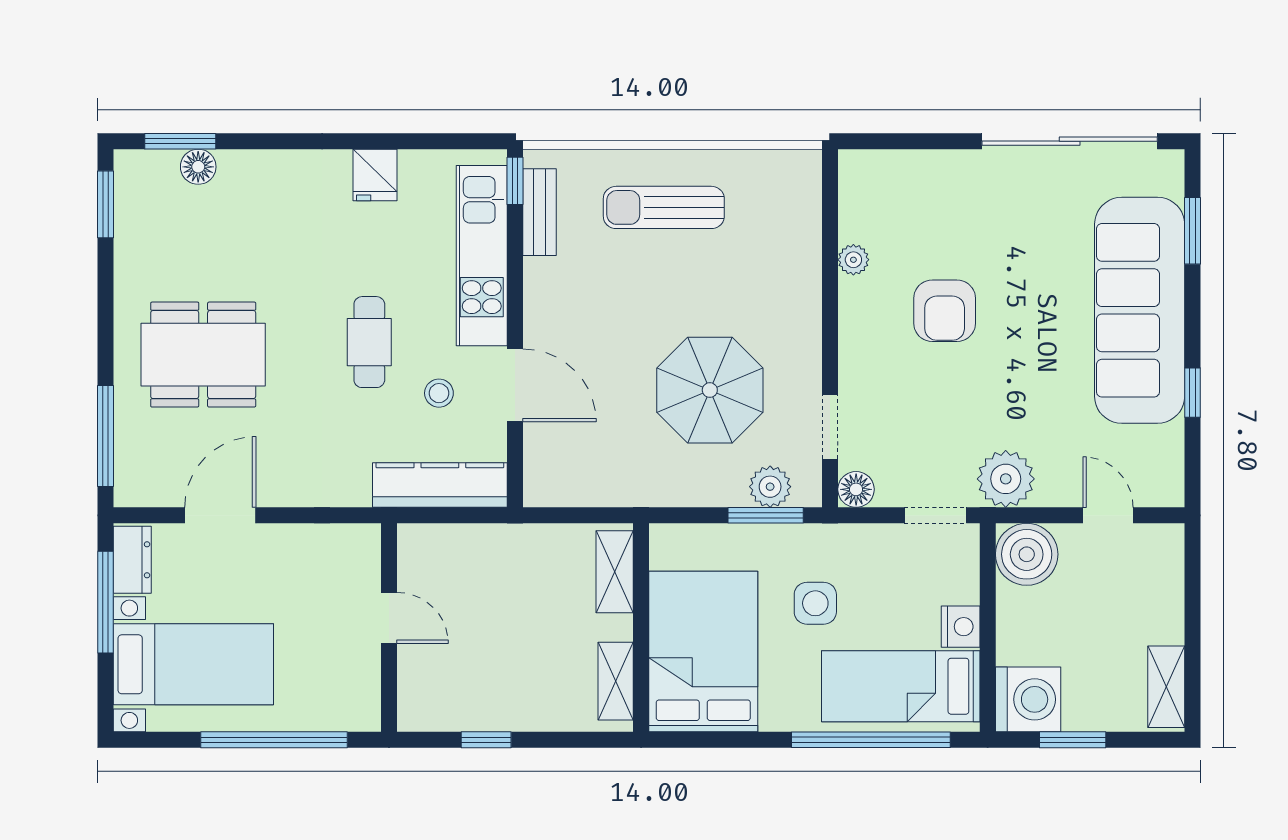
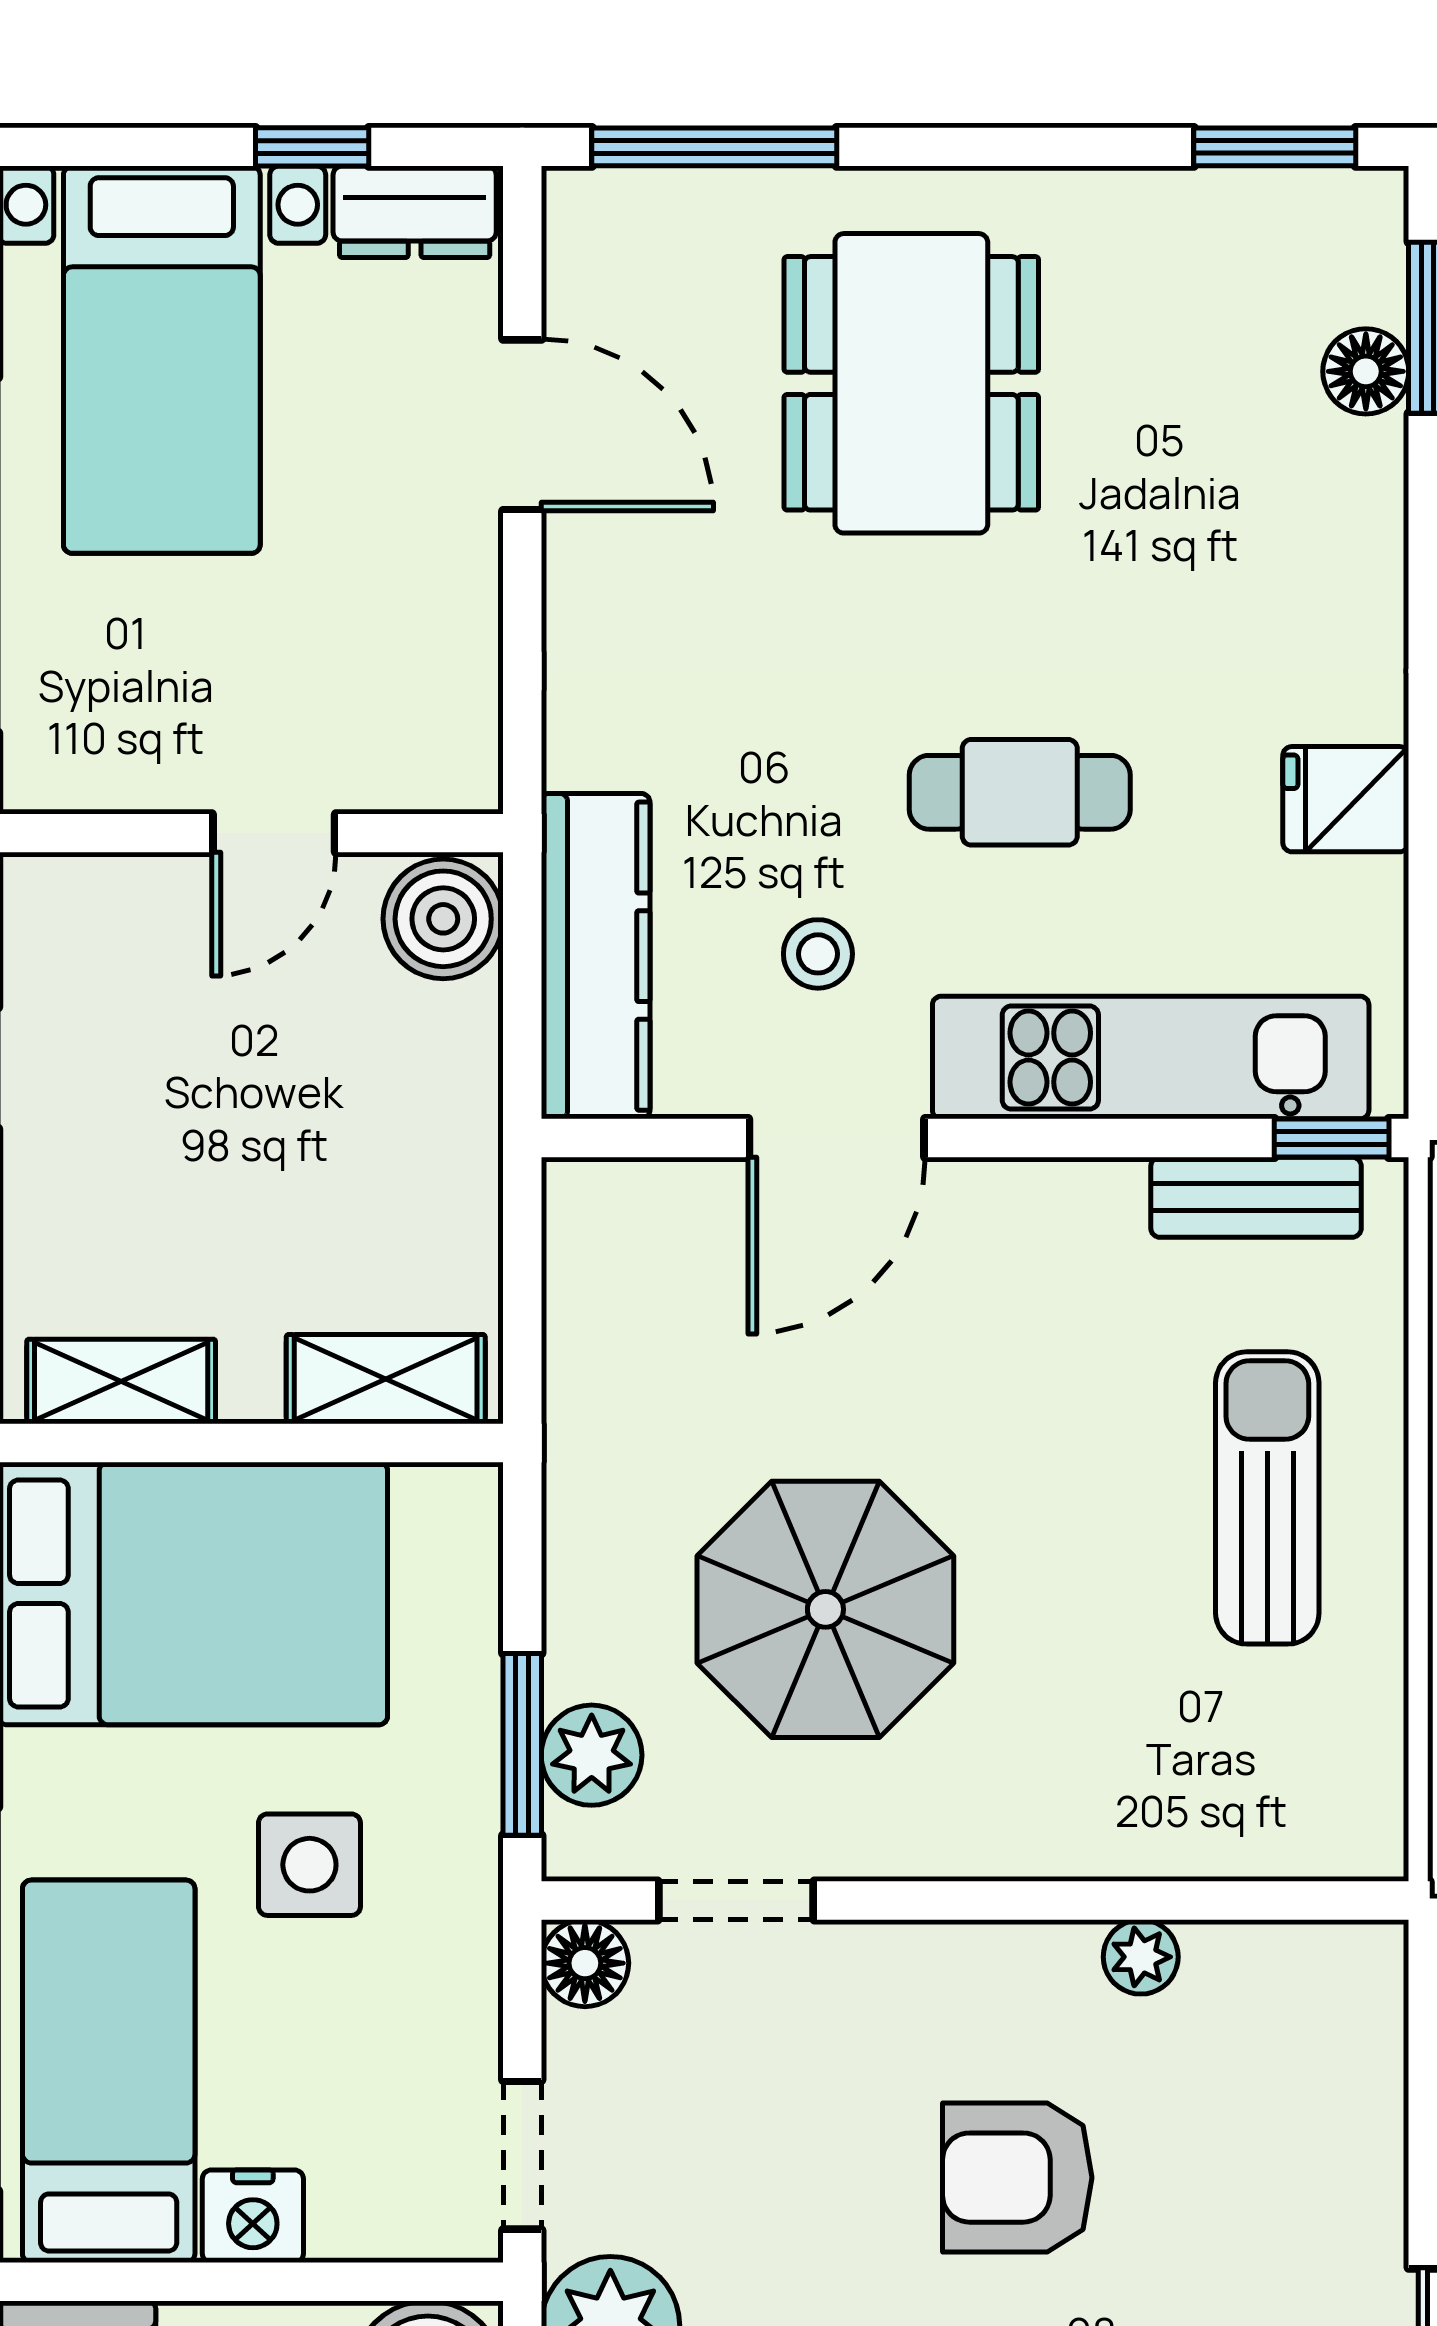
cafe table: (369, 342) -> (1020, 792), moved
boiler: (424, 548) -> (443, 919), added
window: (105, 602) -> (312, 147), width x0.46

